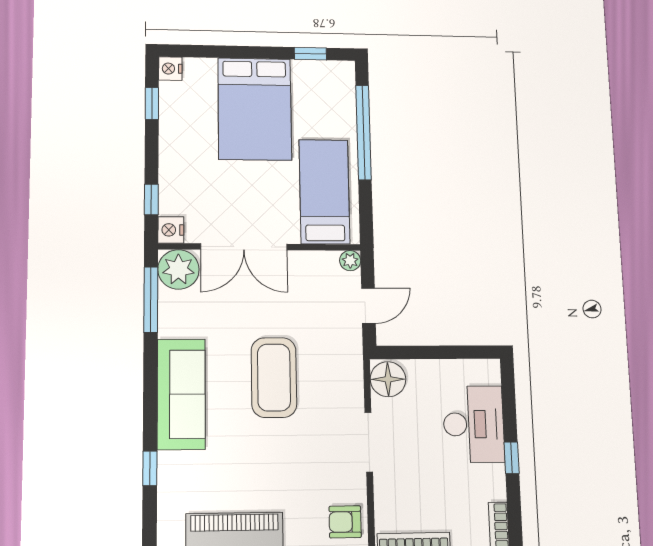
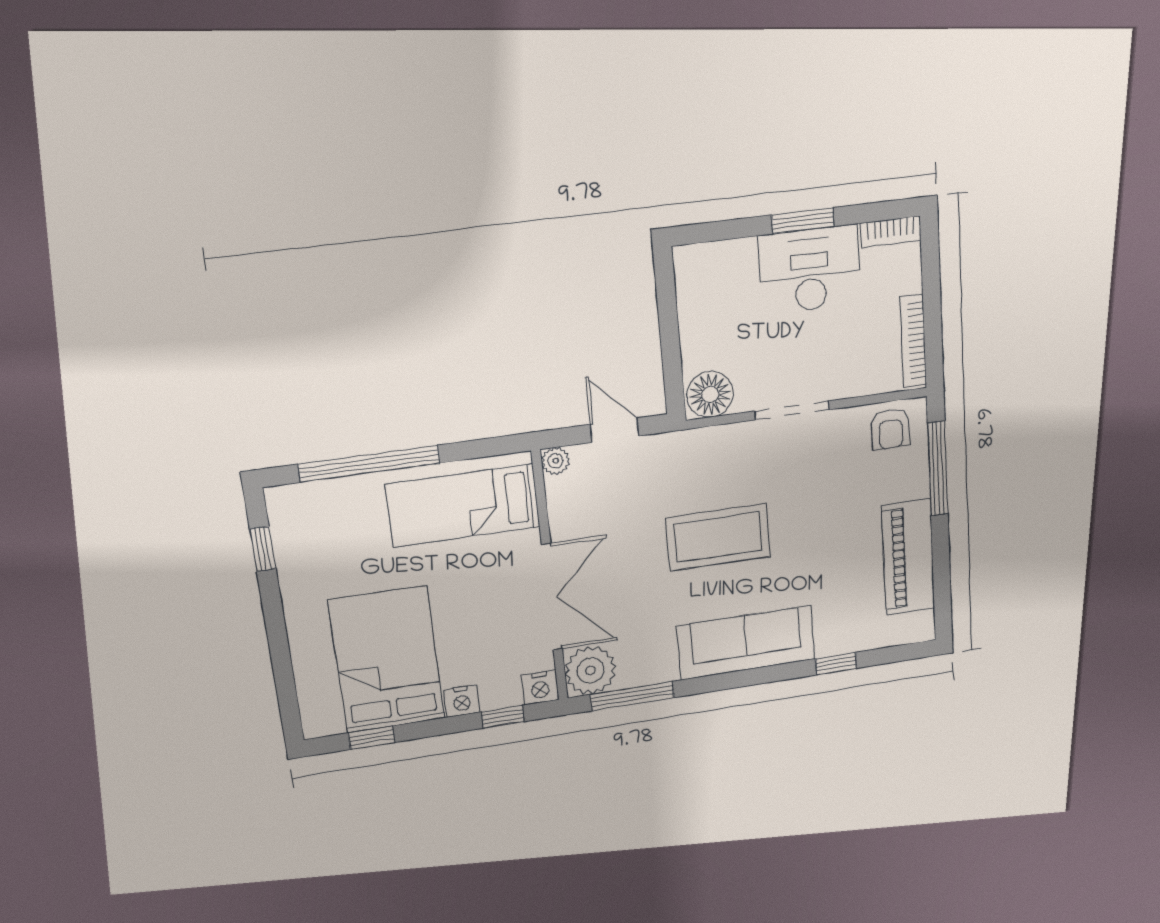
nightstand: (170, 69) -> (462, 701), moved
bed: (255, 109) -> (387, 660), moved, turned -90
desk: (474, 424) -> (810, 270), moved
window: (512, 458) -> (803, 221), width x1.50

